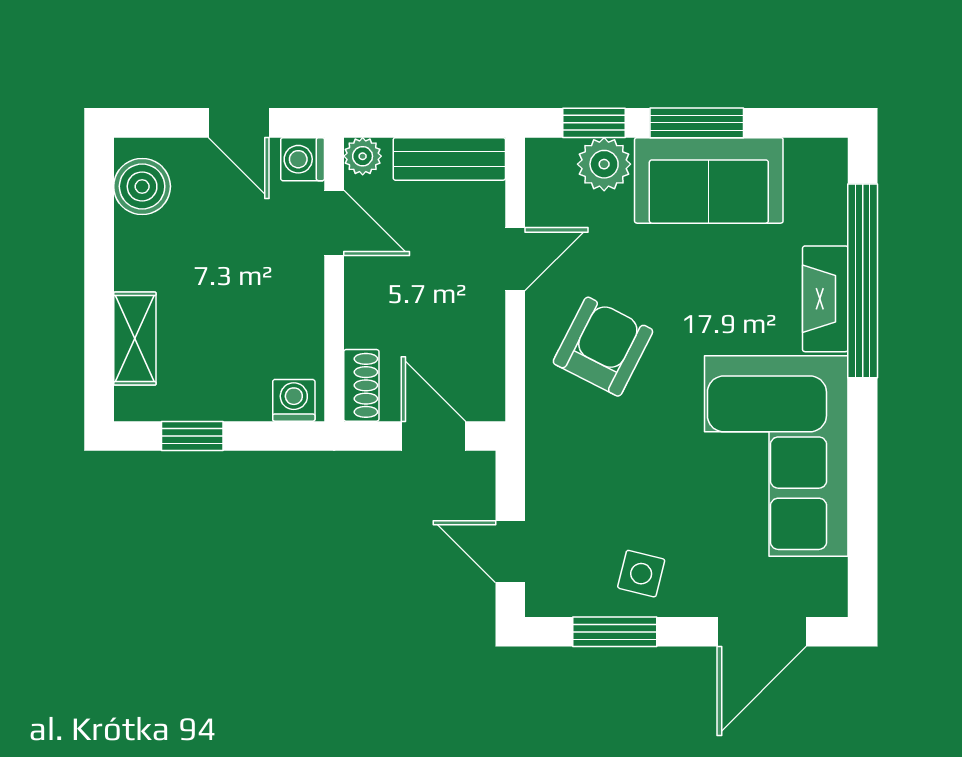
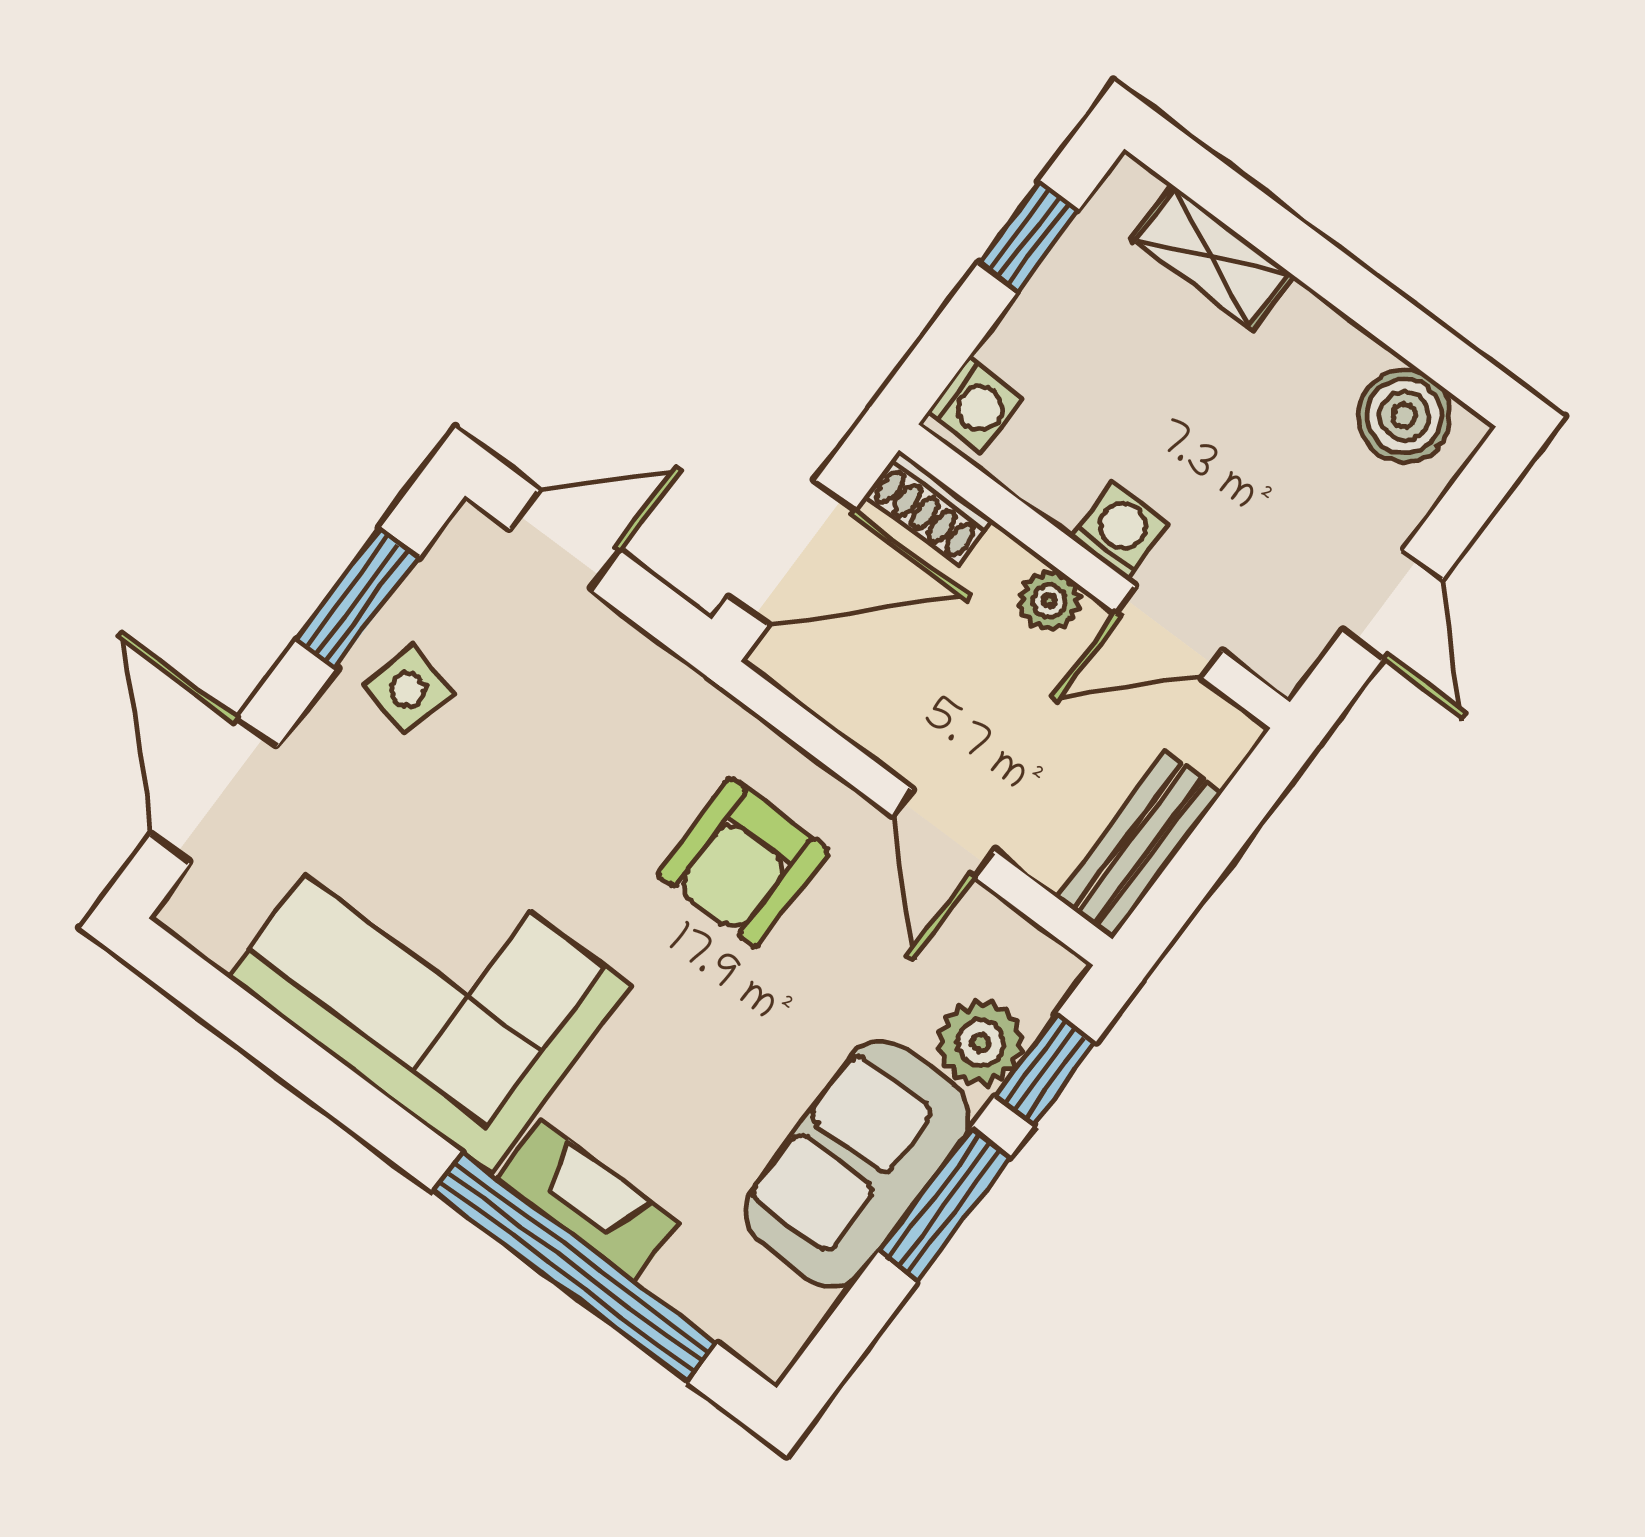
door: (239, 123) -> (1393, 605), swing flipped
plant: (363, 156) -> (1049, 601), moved
washing machine: (303, 159) -> (1120, 531), moved
armchair: (603, 347) -> (743, 862), turned 63
door: (433, 436) -> (792, 553), width x1.38

